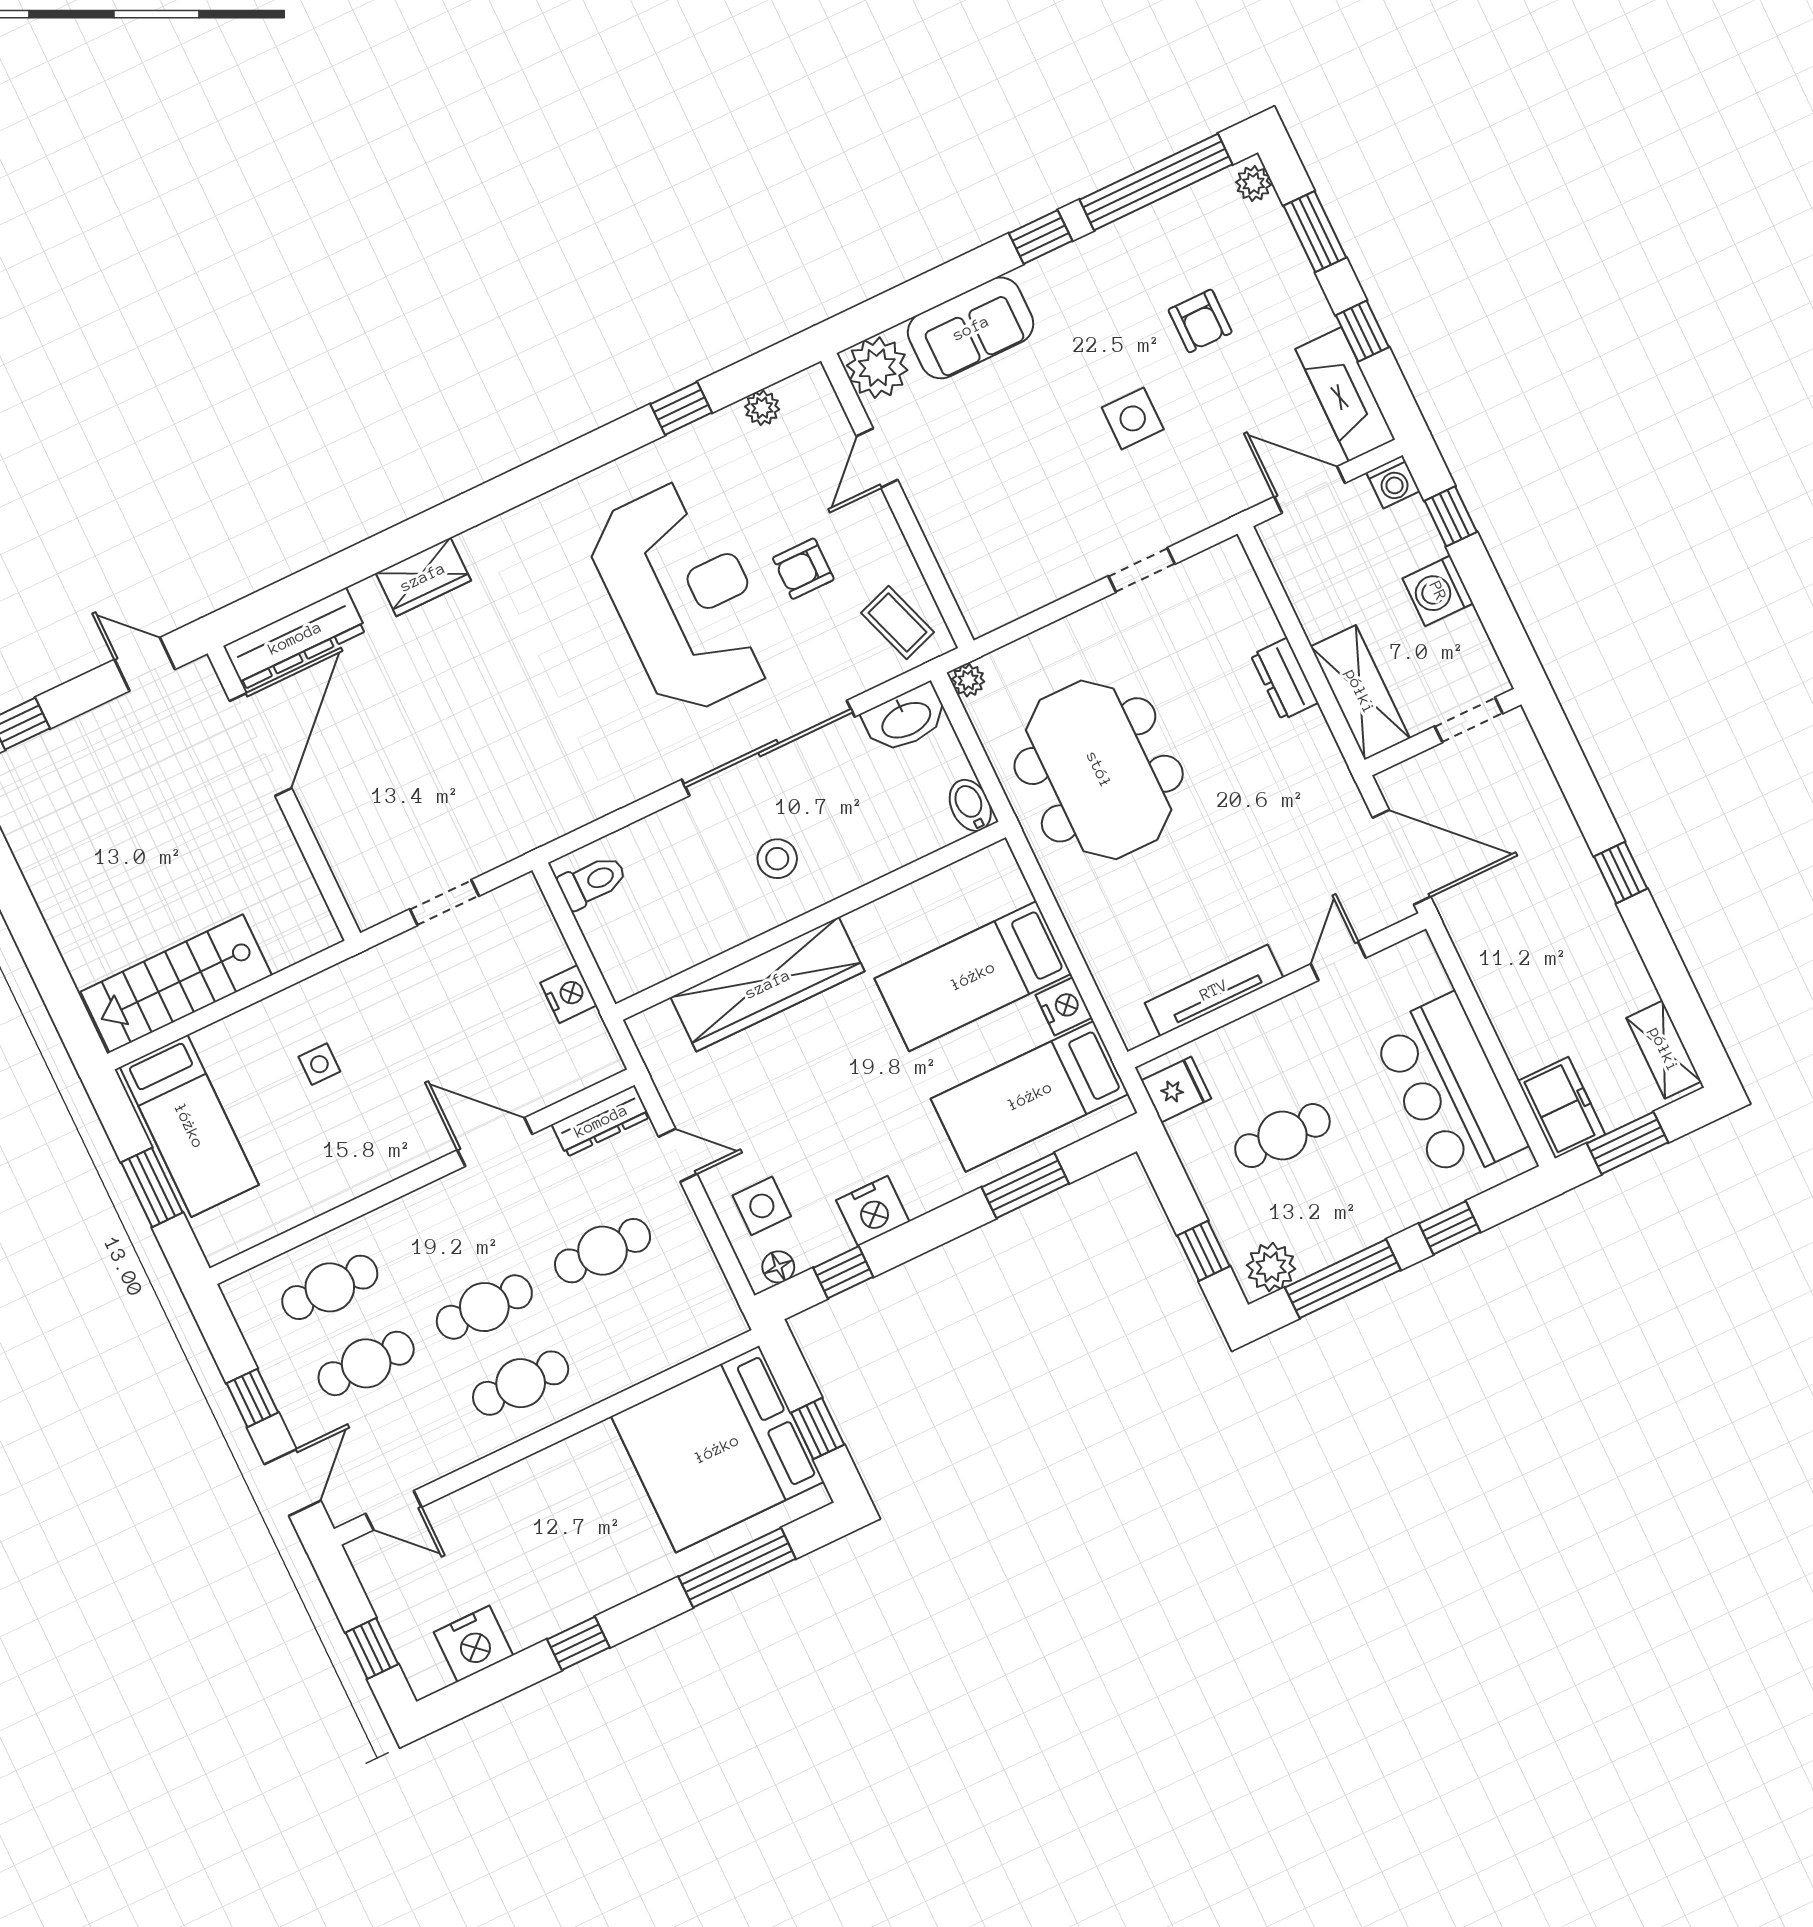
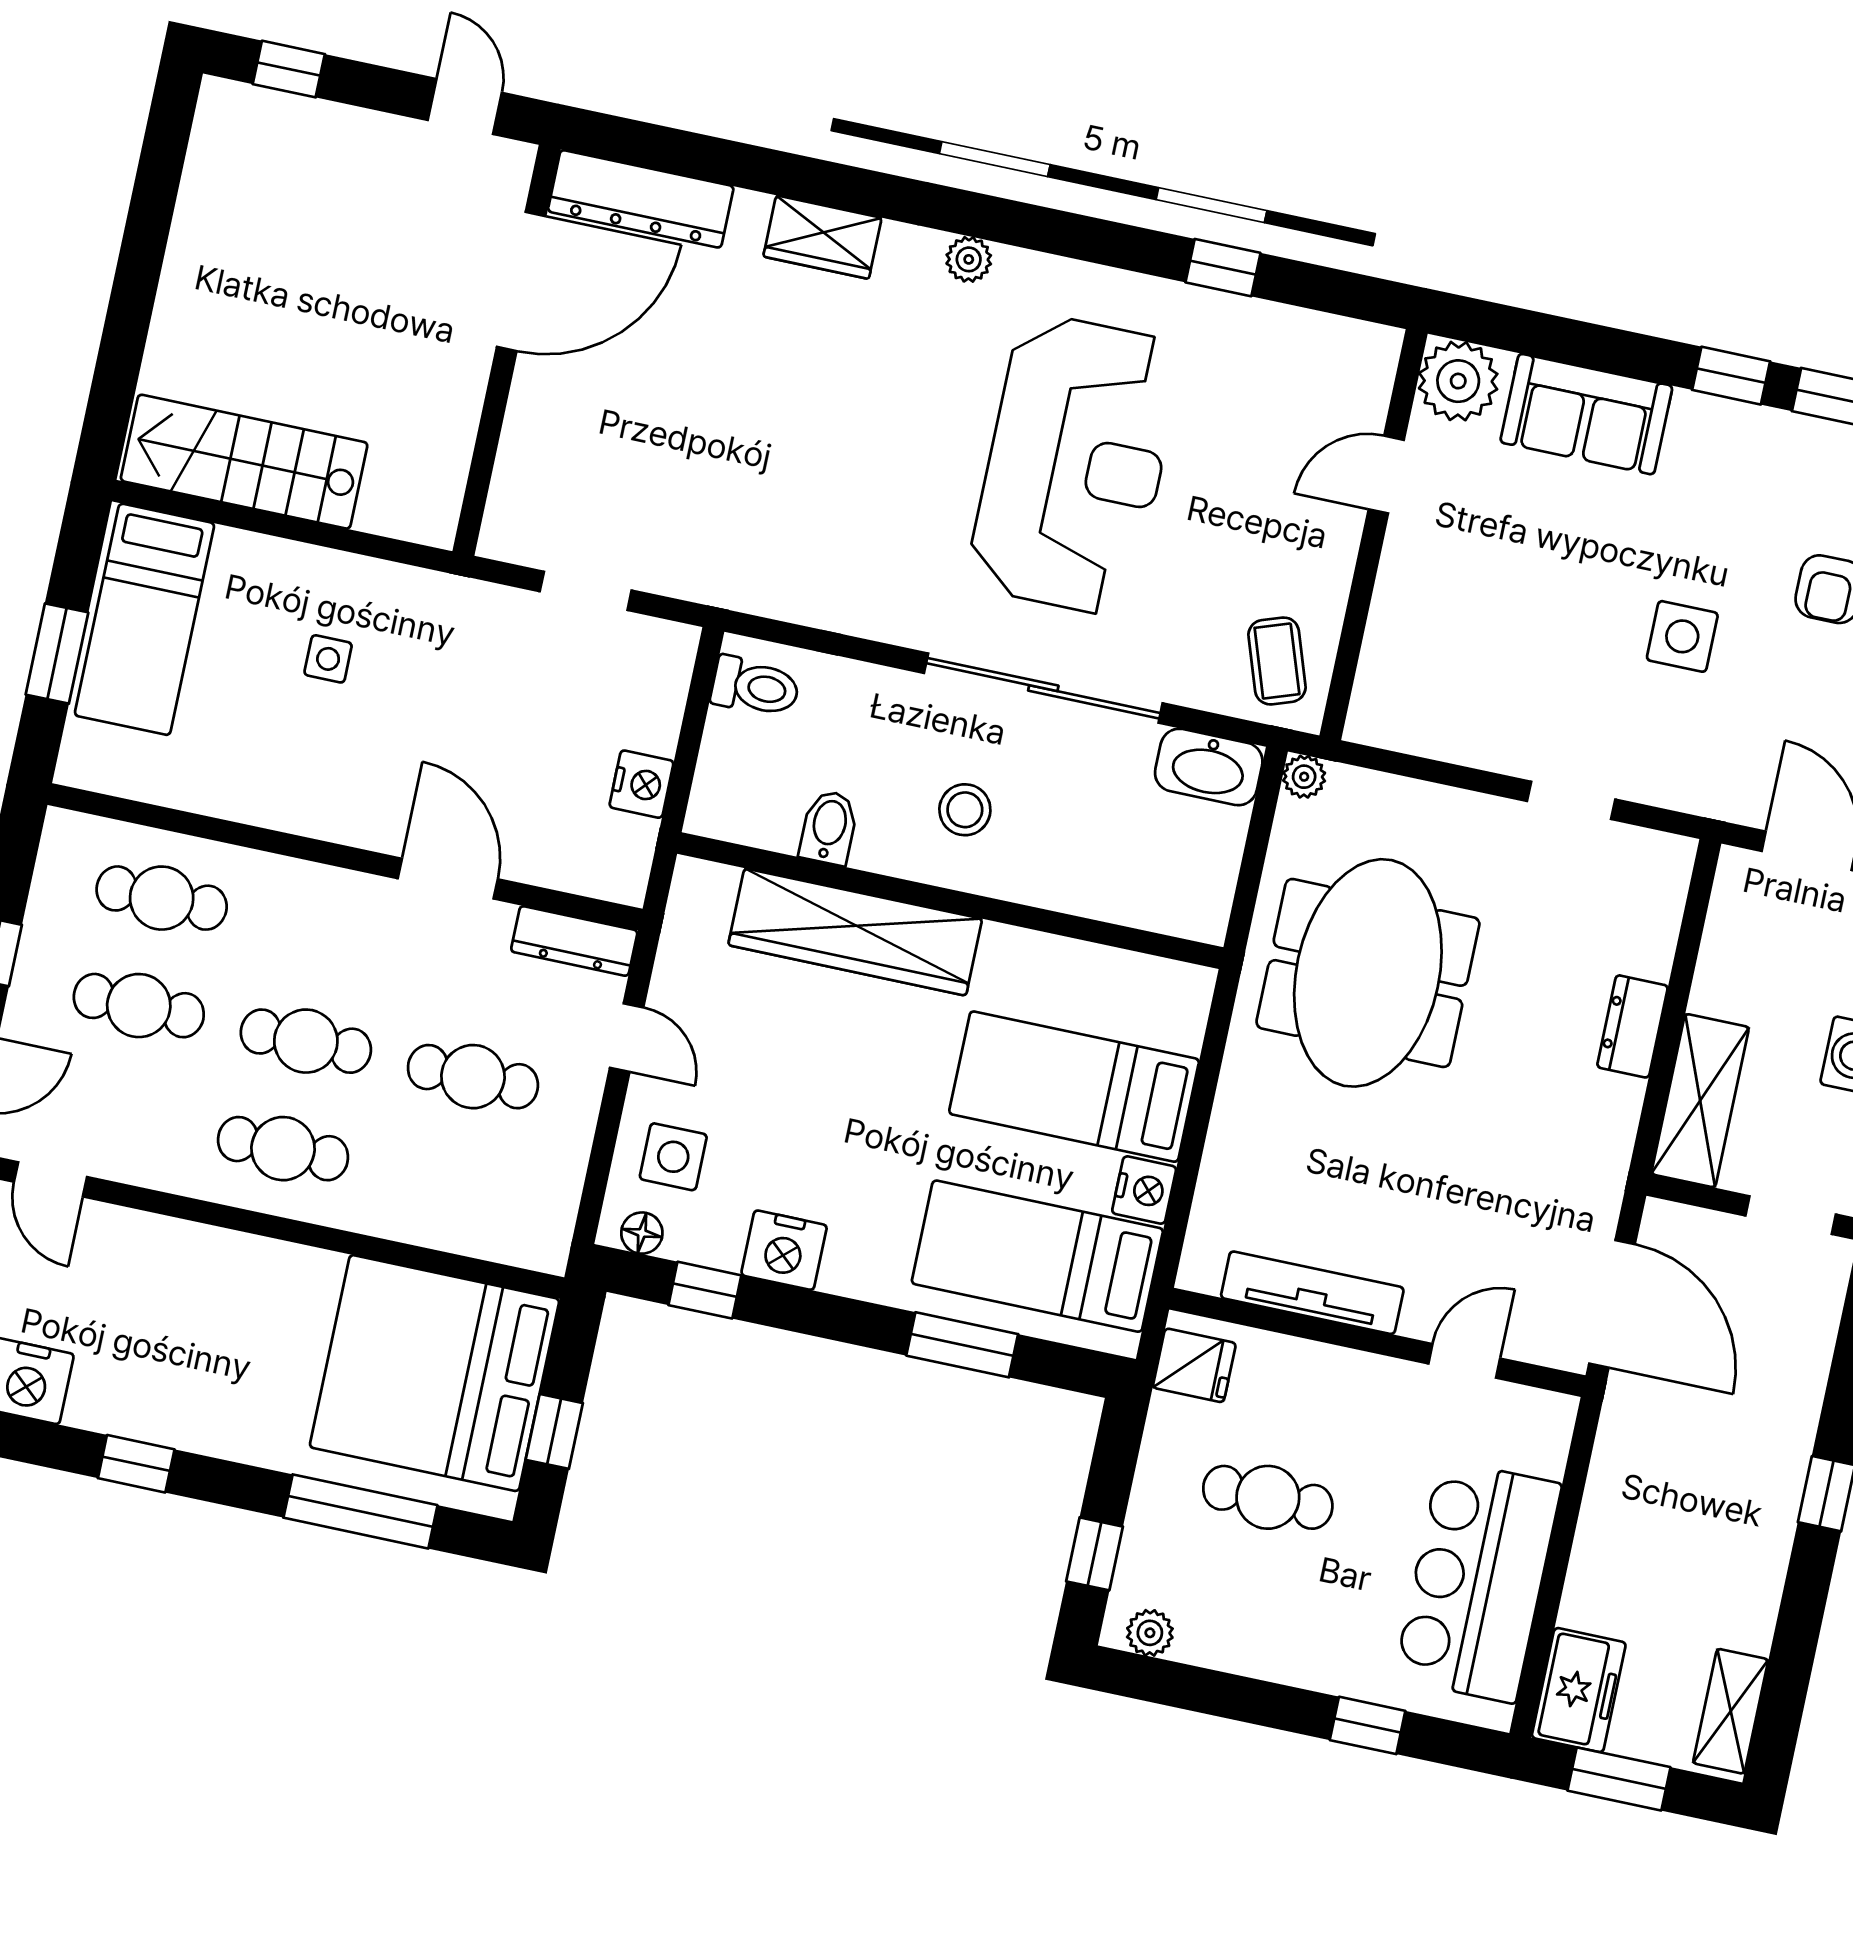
plant: (762, 408) -> (969, 259), moved
armchair: (803, 569) -> (1222, 530), removed
bidet: (970, 805) -> (829, 827), moved
plant: (1271, 1267) -> (1150, 1633), width x0.73, depth x0.73
window: (1343, 1279) -> (1217, 1693), removed

